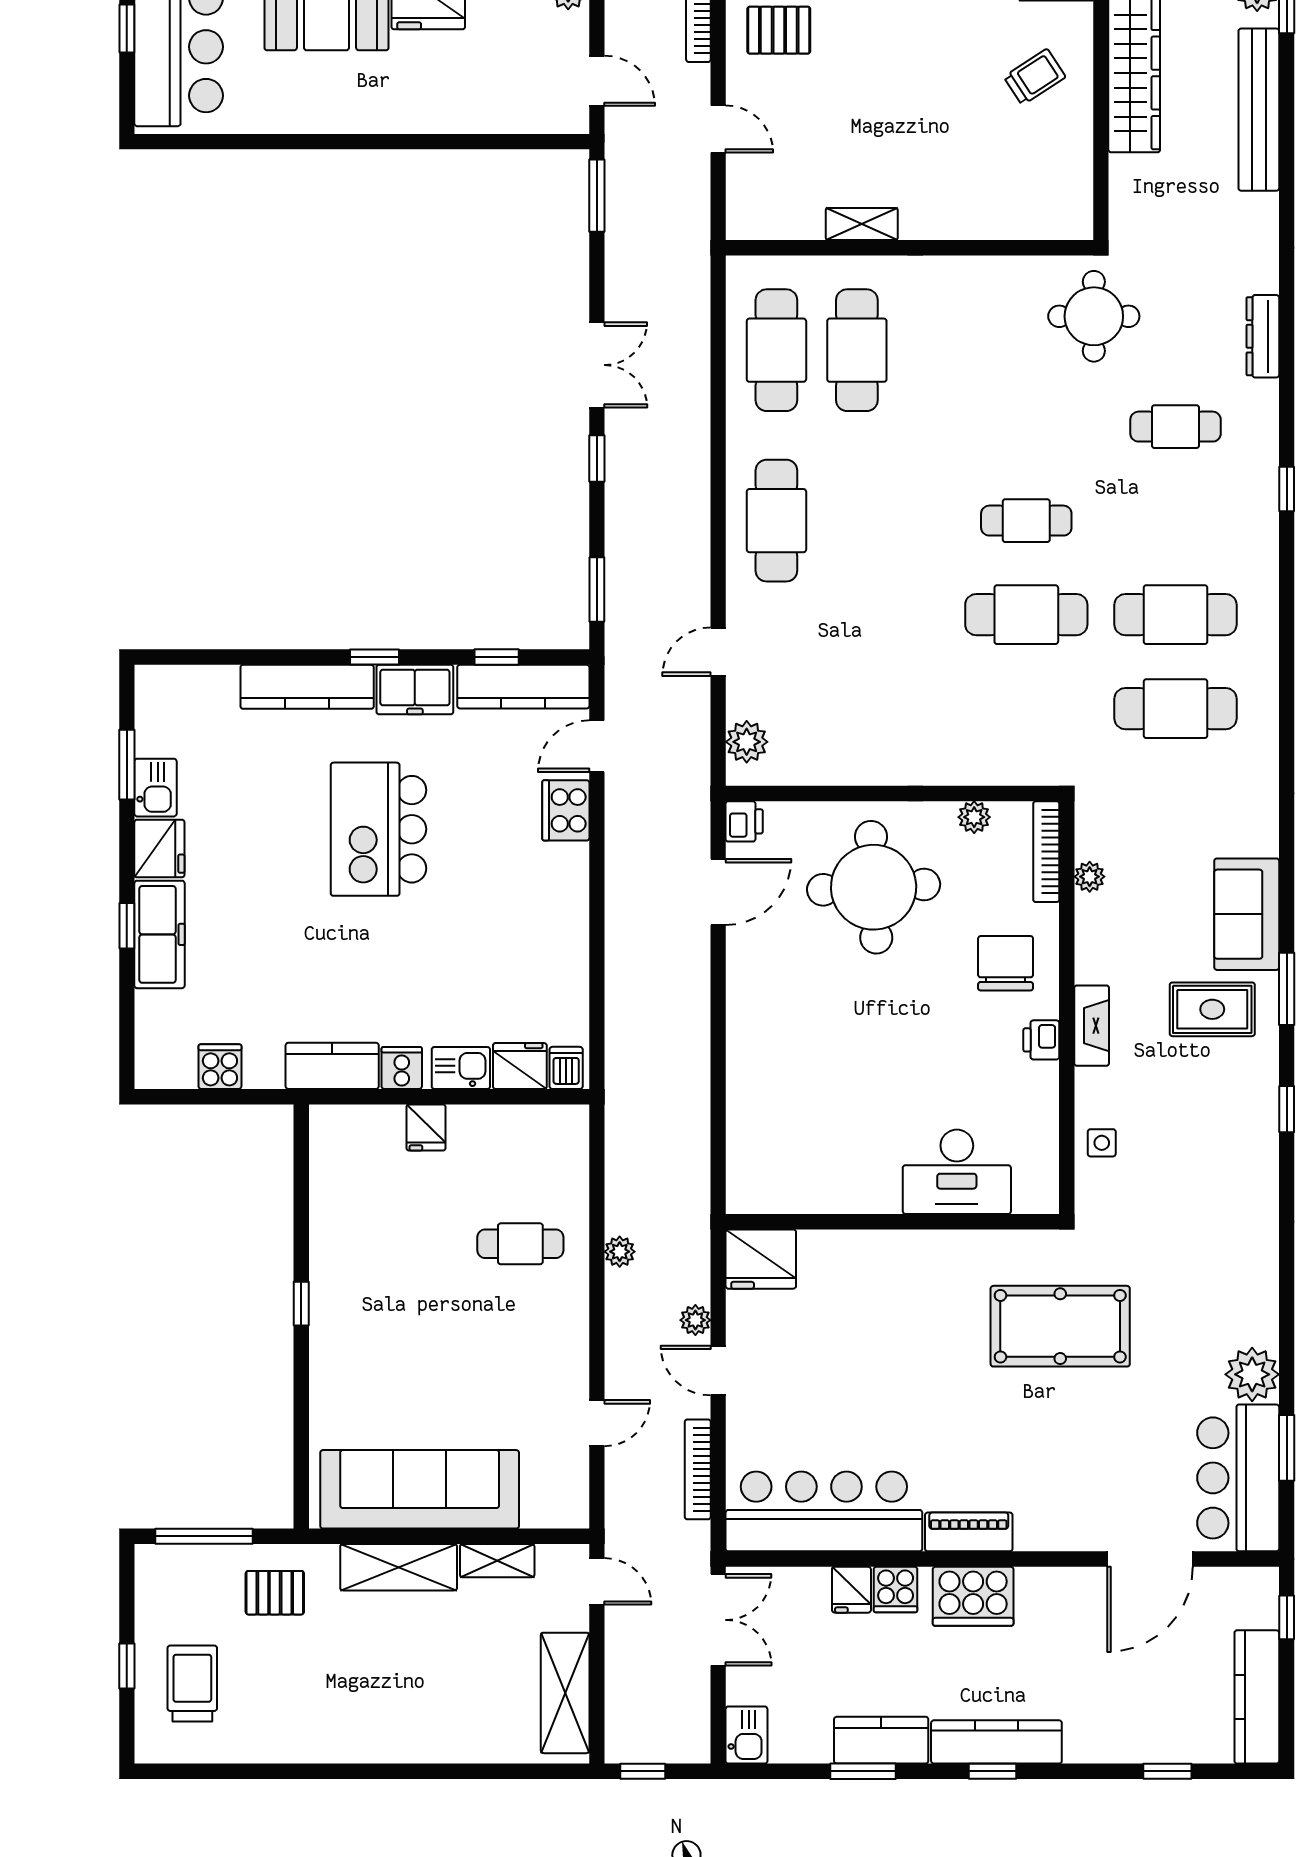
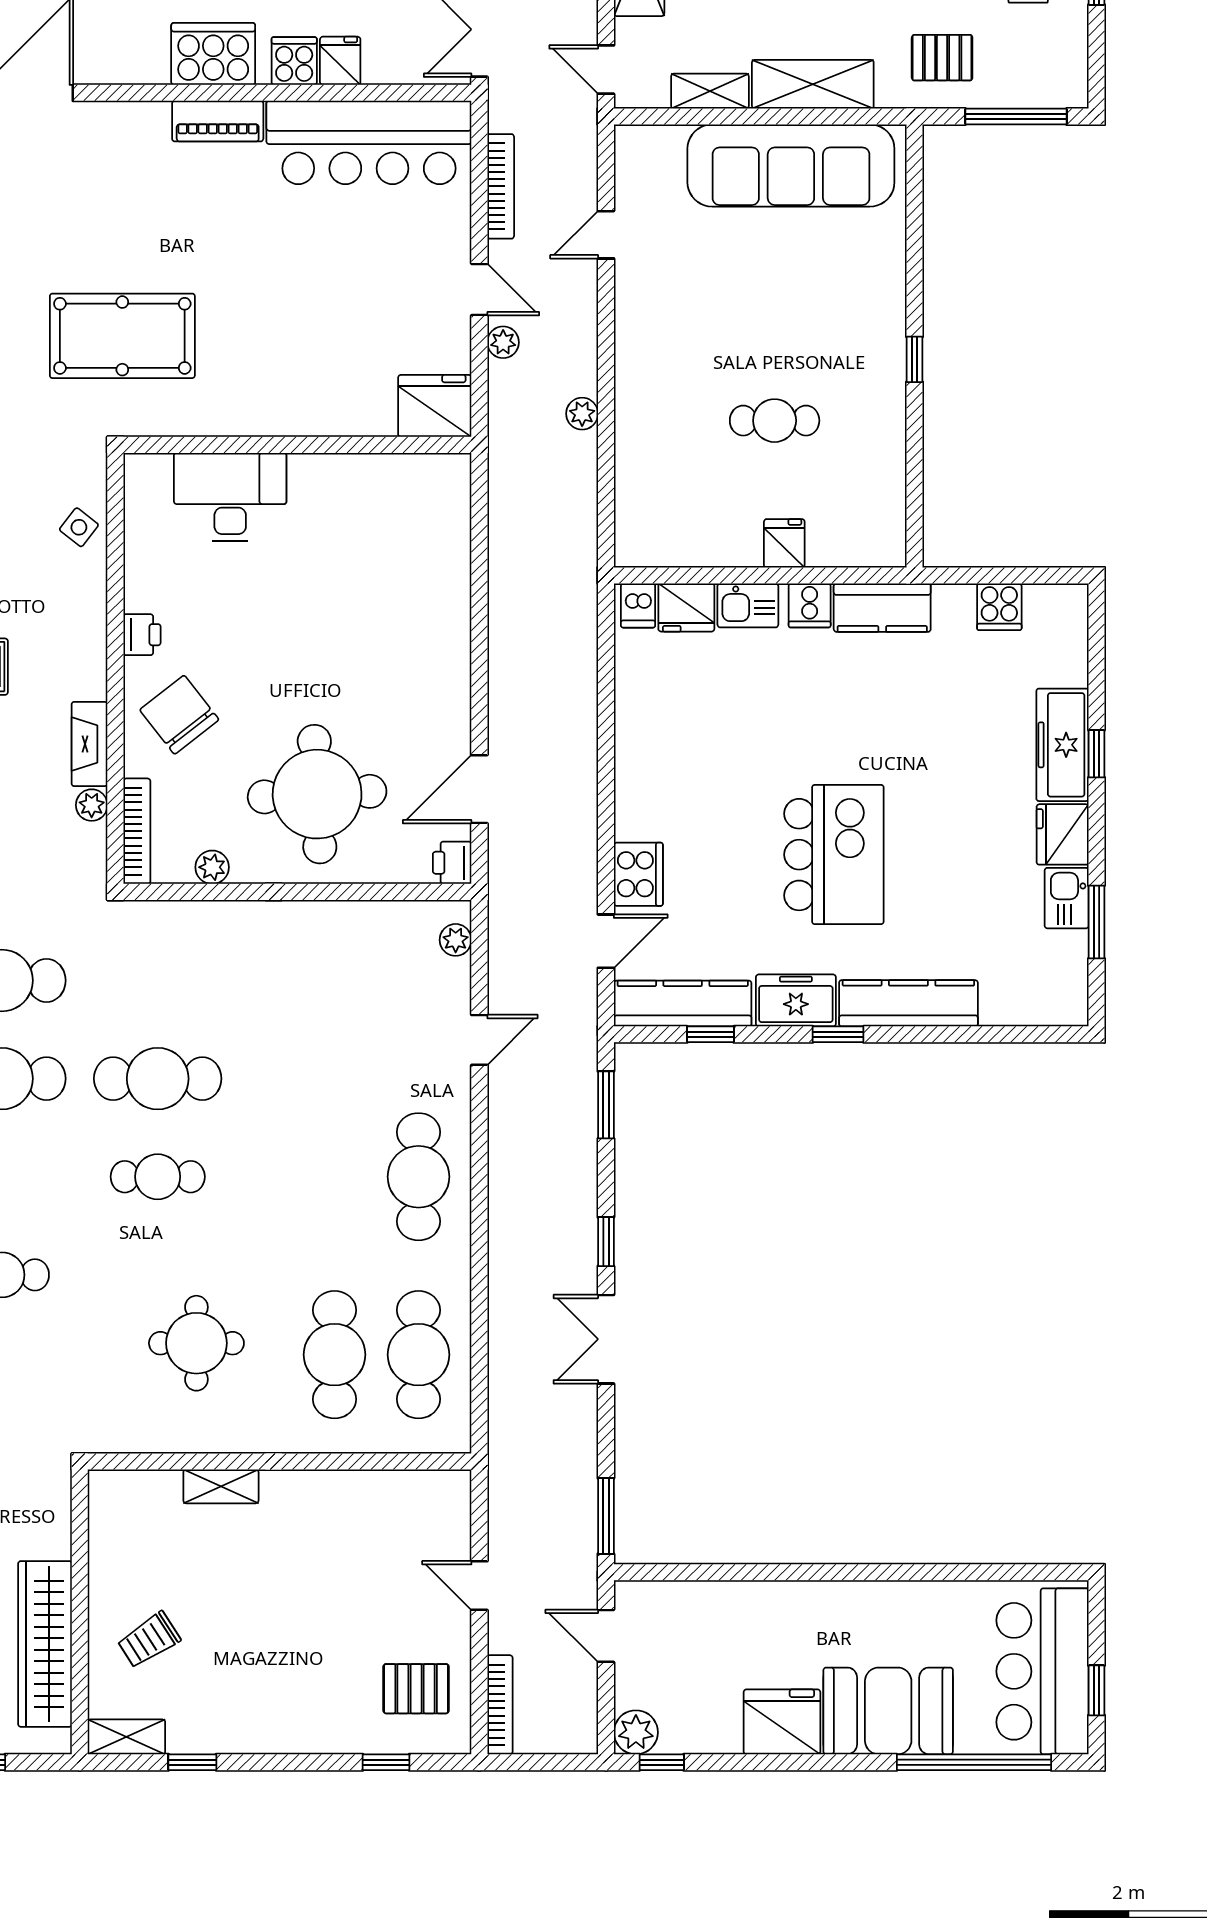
shelving: (862, 224) -> (221, 1486), moved
round table: (1094, 316) -> (196, 1343), moved
plant: (747, 742) -> (456, 940), width x0.73, depth x0.73
chair: (1006, 963) -> (179, 715), turned 142
fireplace: (1092, 1026) -> (89, 744), moved
side table: (1102, 1143) -> (79, 527), turned 38
cafe table: (520, 1244) -> (775, 421), moved

